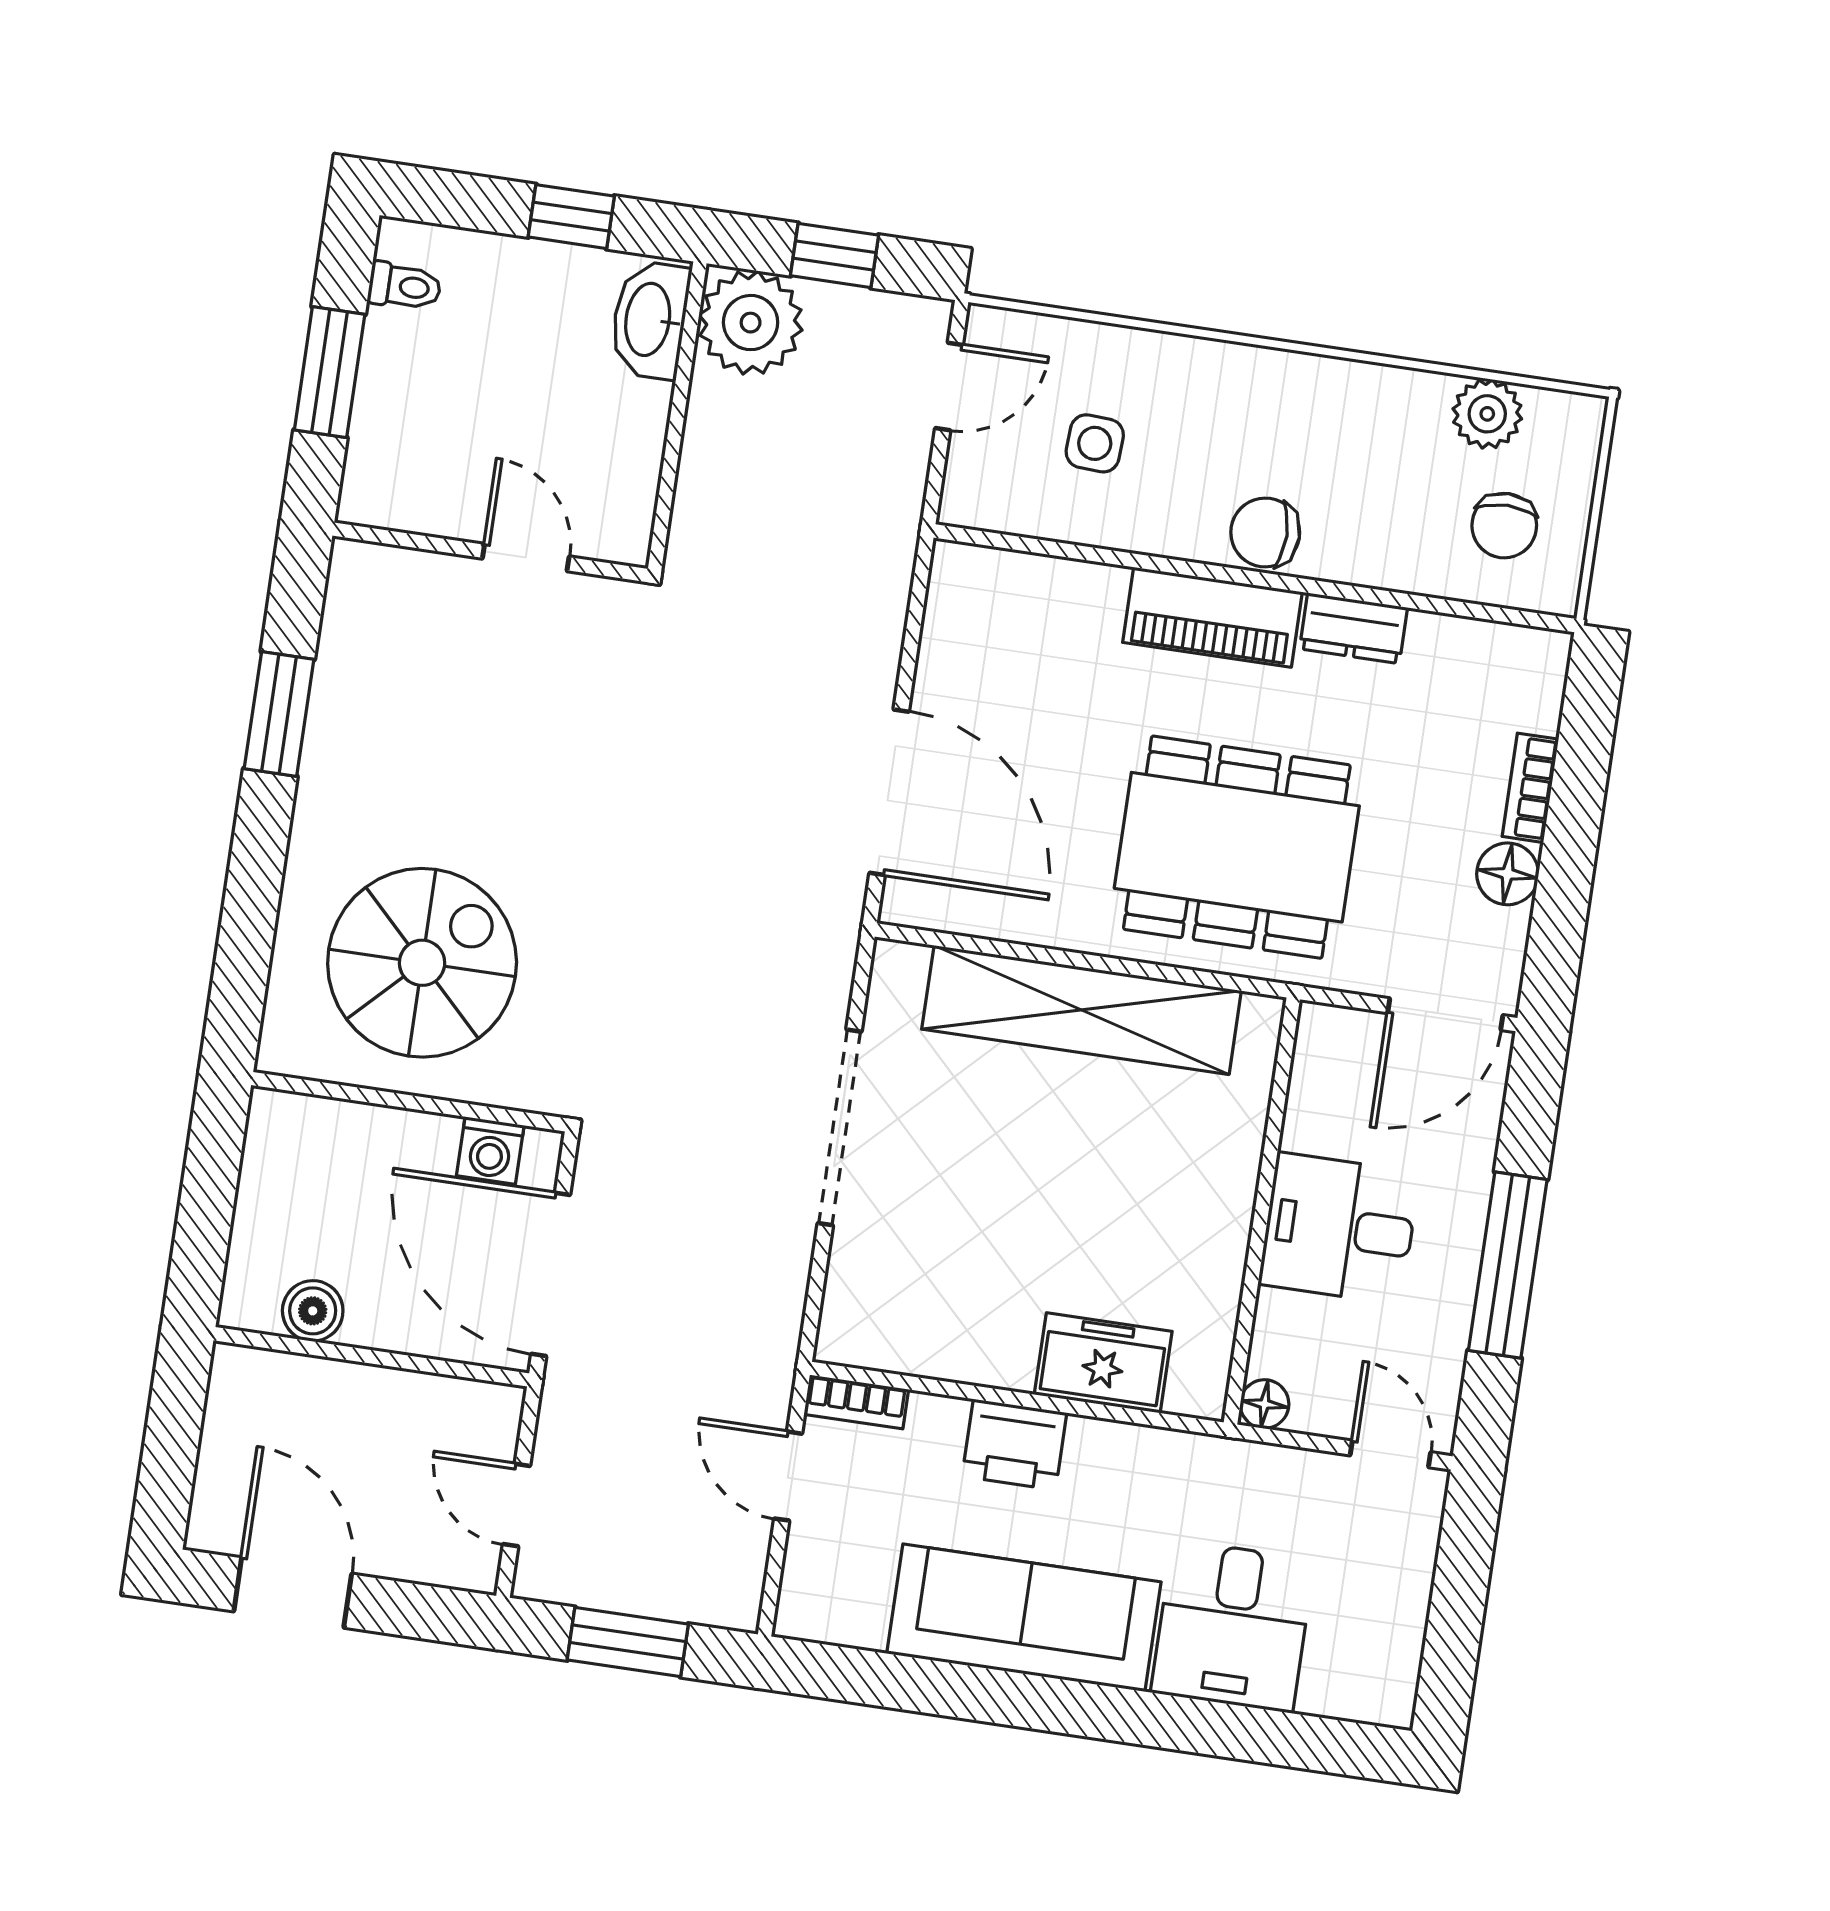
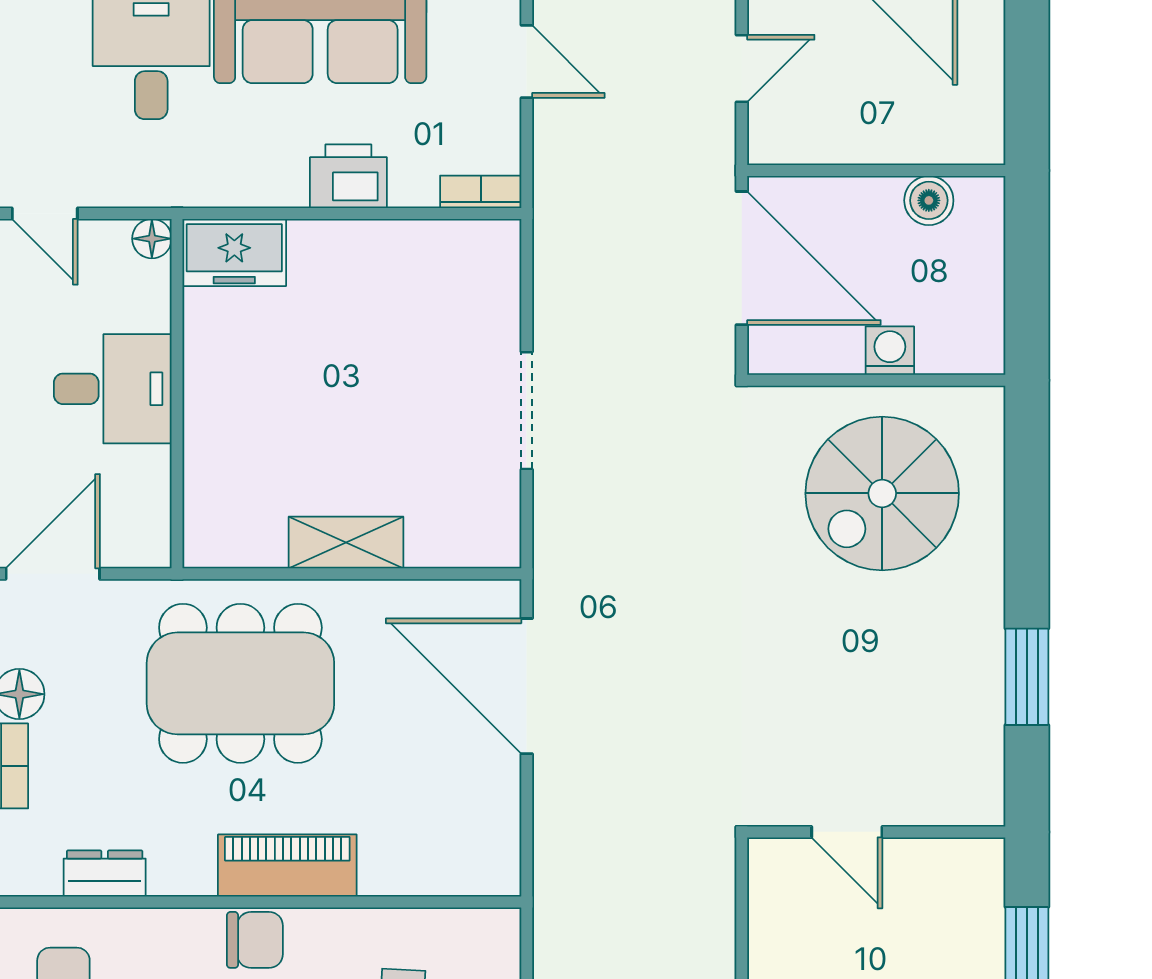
dresser: (1353, 628) -> (105, 873), moved
shelving: (1082, 1010) -> (346, 543), width x0.45, depth x0.75
doorway: (840, 1127) -> (527, 411), width x0.73
washing machine: (490, 1151) -> (890, 351), moved
freezer: (1103, 1363) -> (234, 253), moved
door: (788, 1476) -> (527, 61), moved
door: (516, 1505) -> (742, 68), hinge flipped

